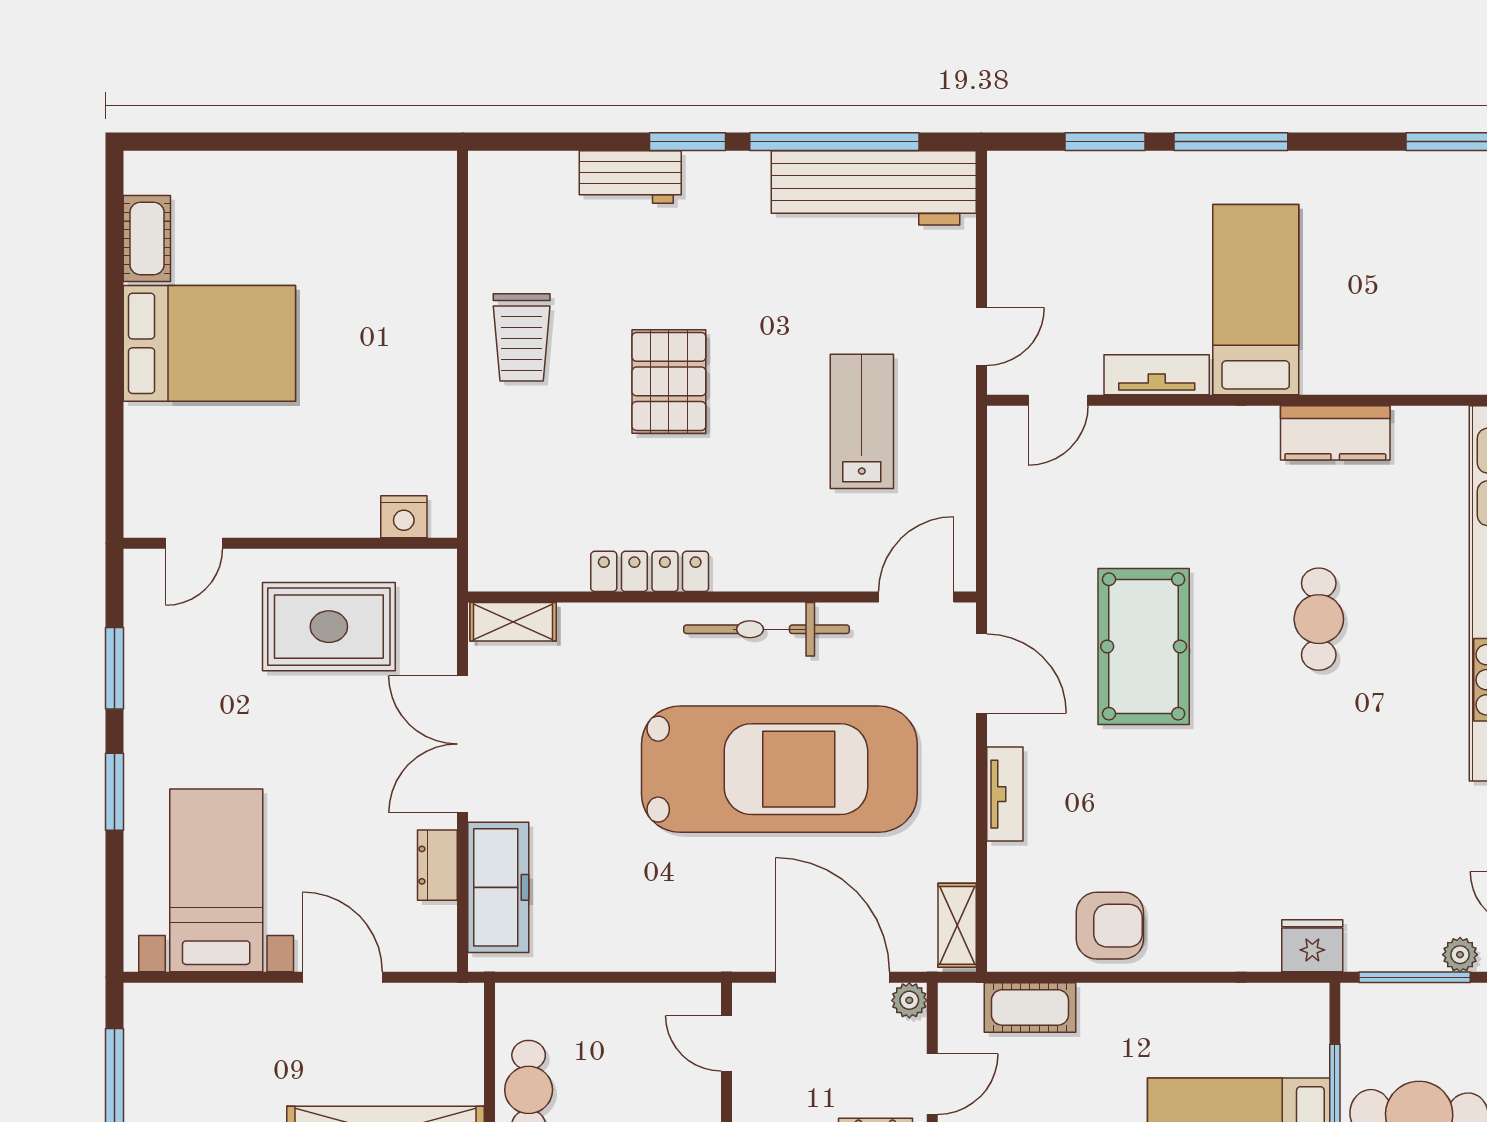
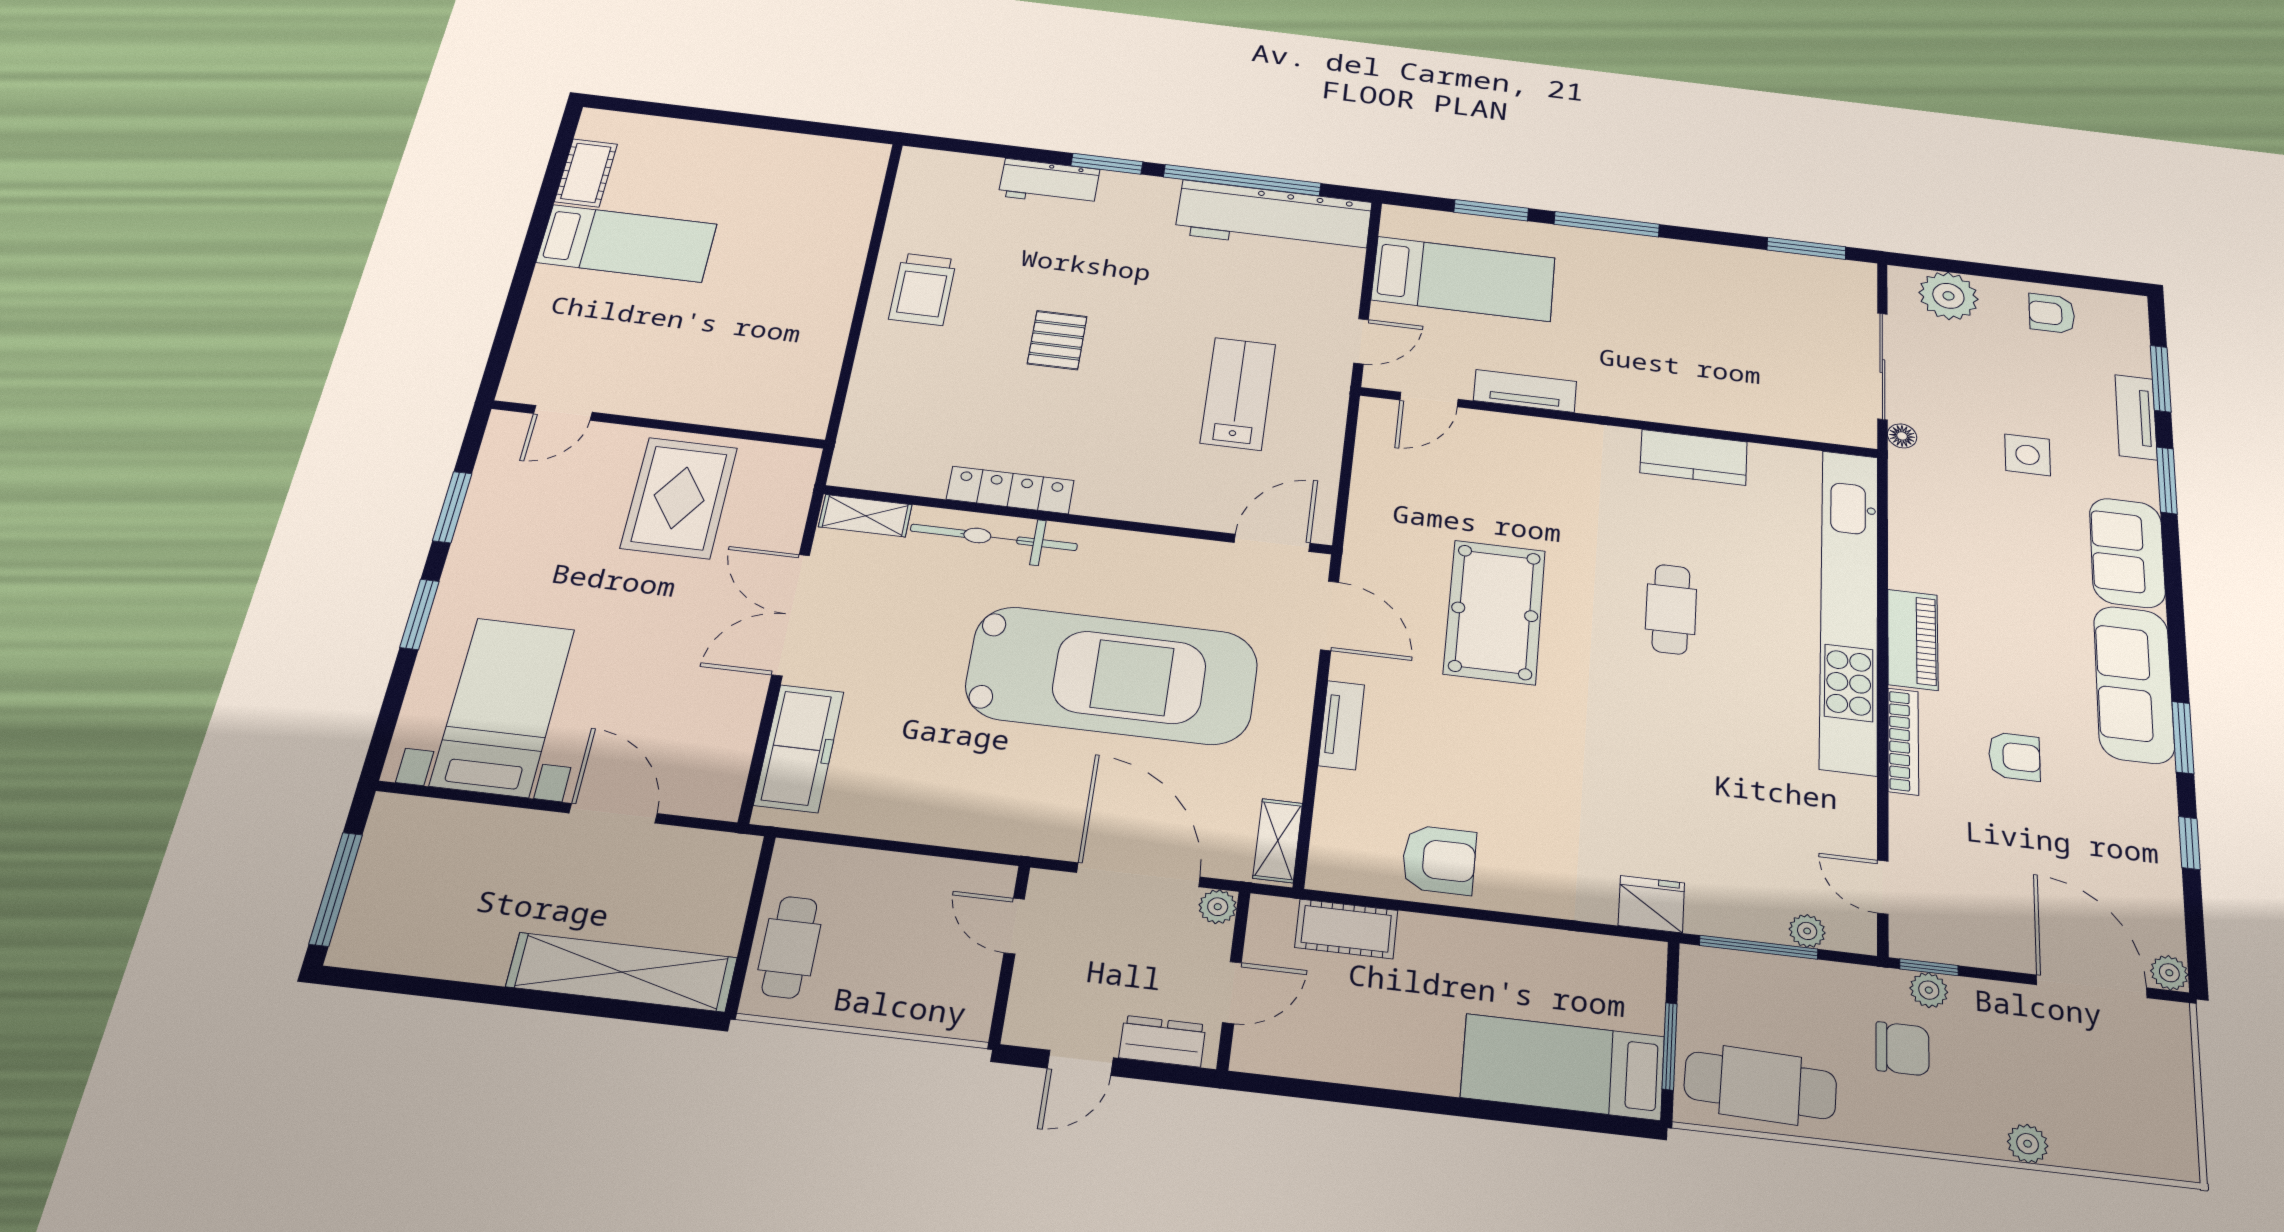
bed: (1256, 300) -> (1463, 279), moved, turned 90
bed: (209, 343) -> (627, 243), width x0.67
pallet: (669, 381) -> (1057, 340), width x0.67, depth x0.71
nightstand: (404, 517) -> (776, 416), removed
rug: (329, 627) -> (679, 498), turned 90
bicycle: (767, 629) -> (994, 537), moved
dresser: (437, 865) -> (740, 720), removed

